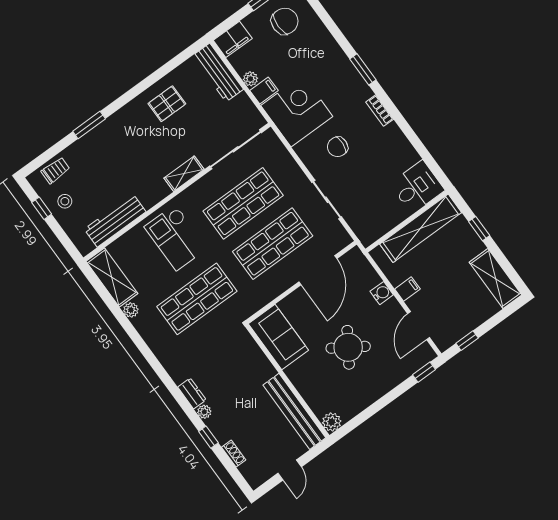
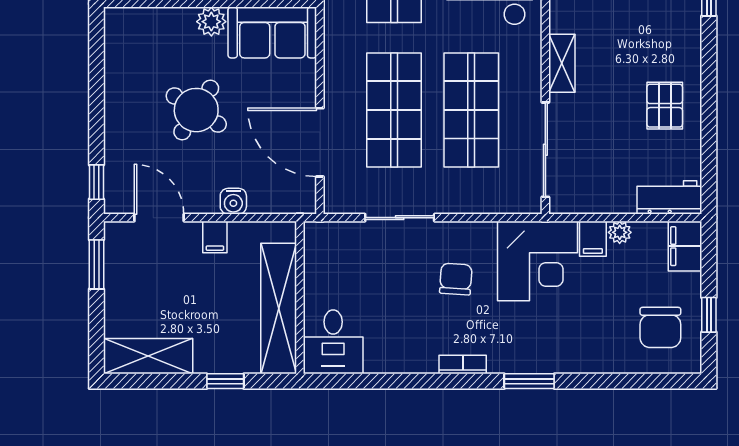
workbench: (218, 72) -> (669, 197), width x0.73
window: (467, 341) -> (96, 264), width x1.50
plant: (332, 422) -> (211, 22), moved

